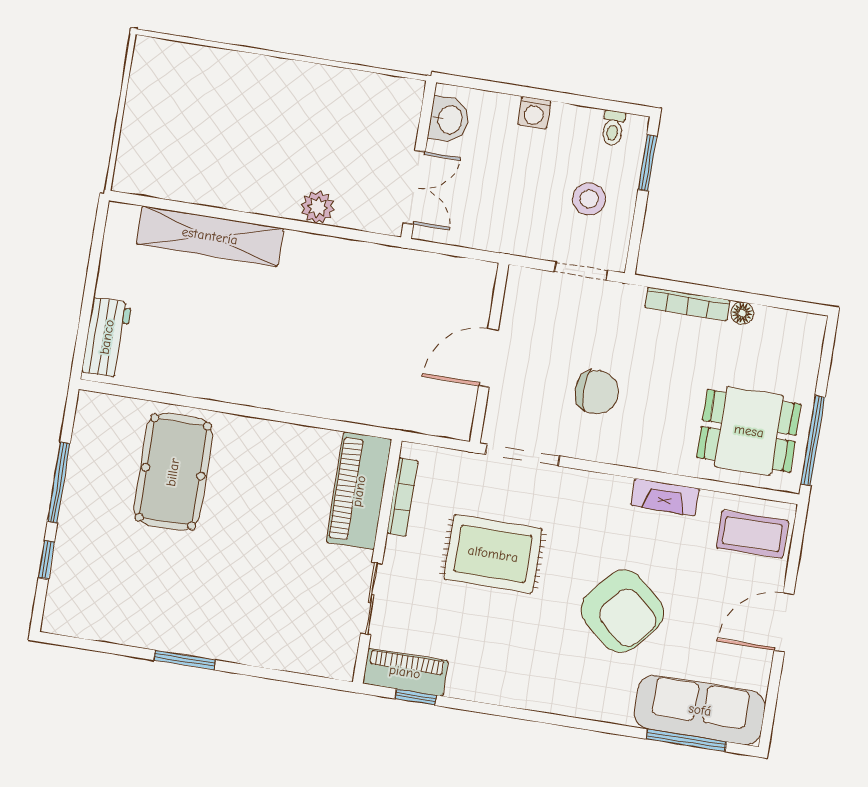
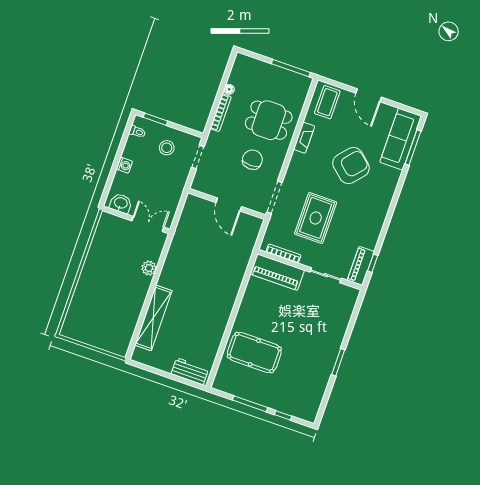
dining table: (749, 431) -> (269, 120), moved, turned 90

